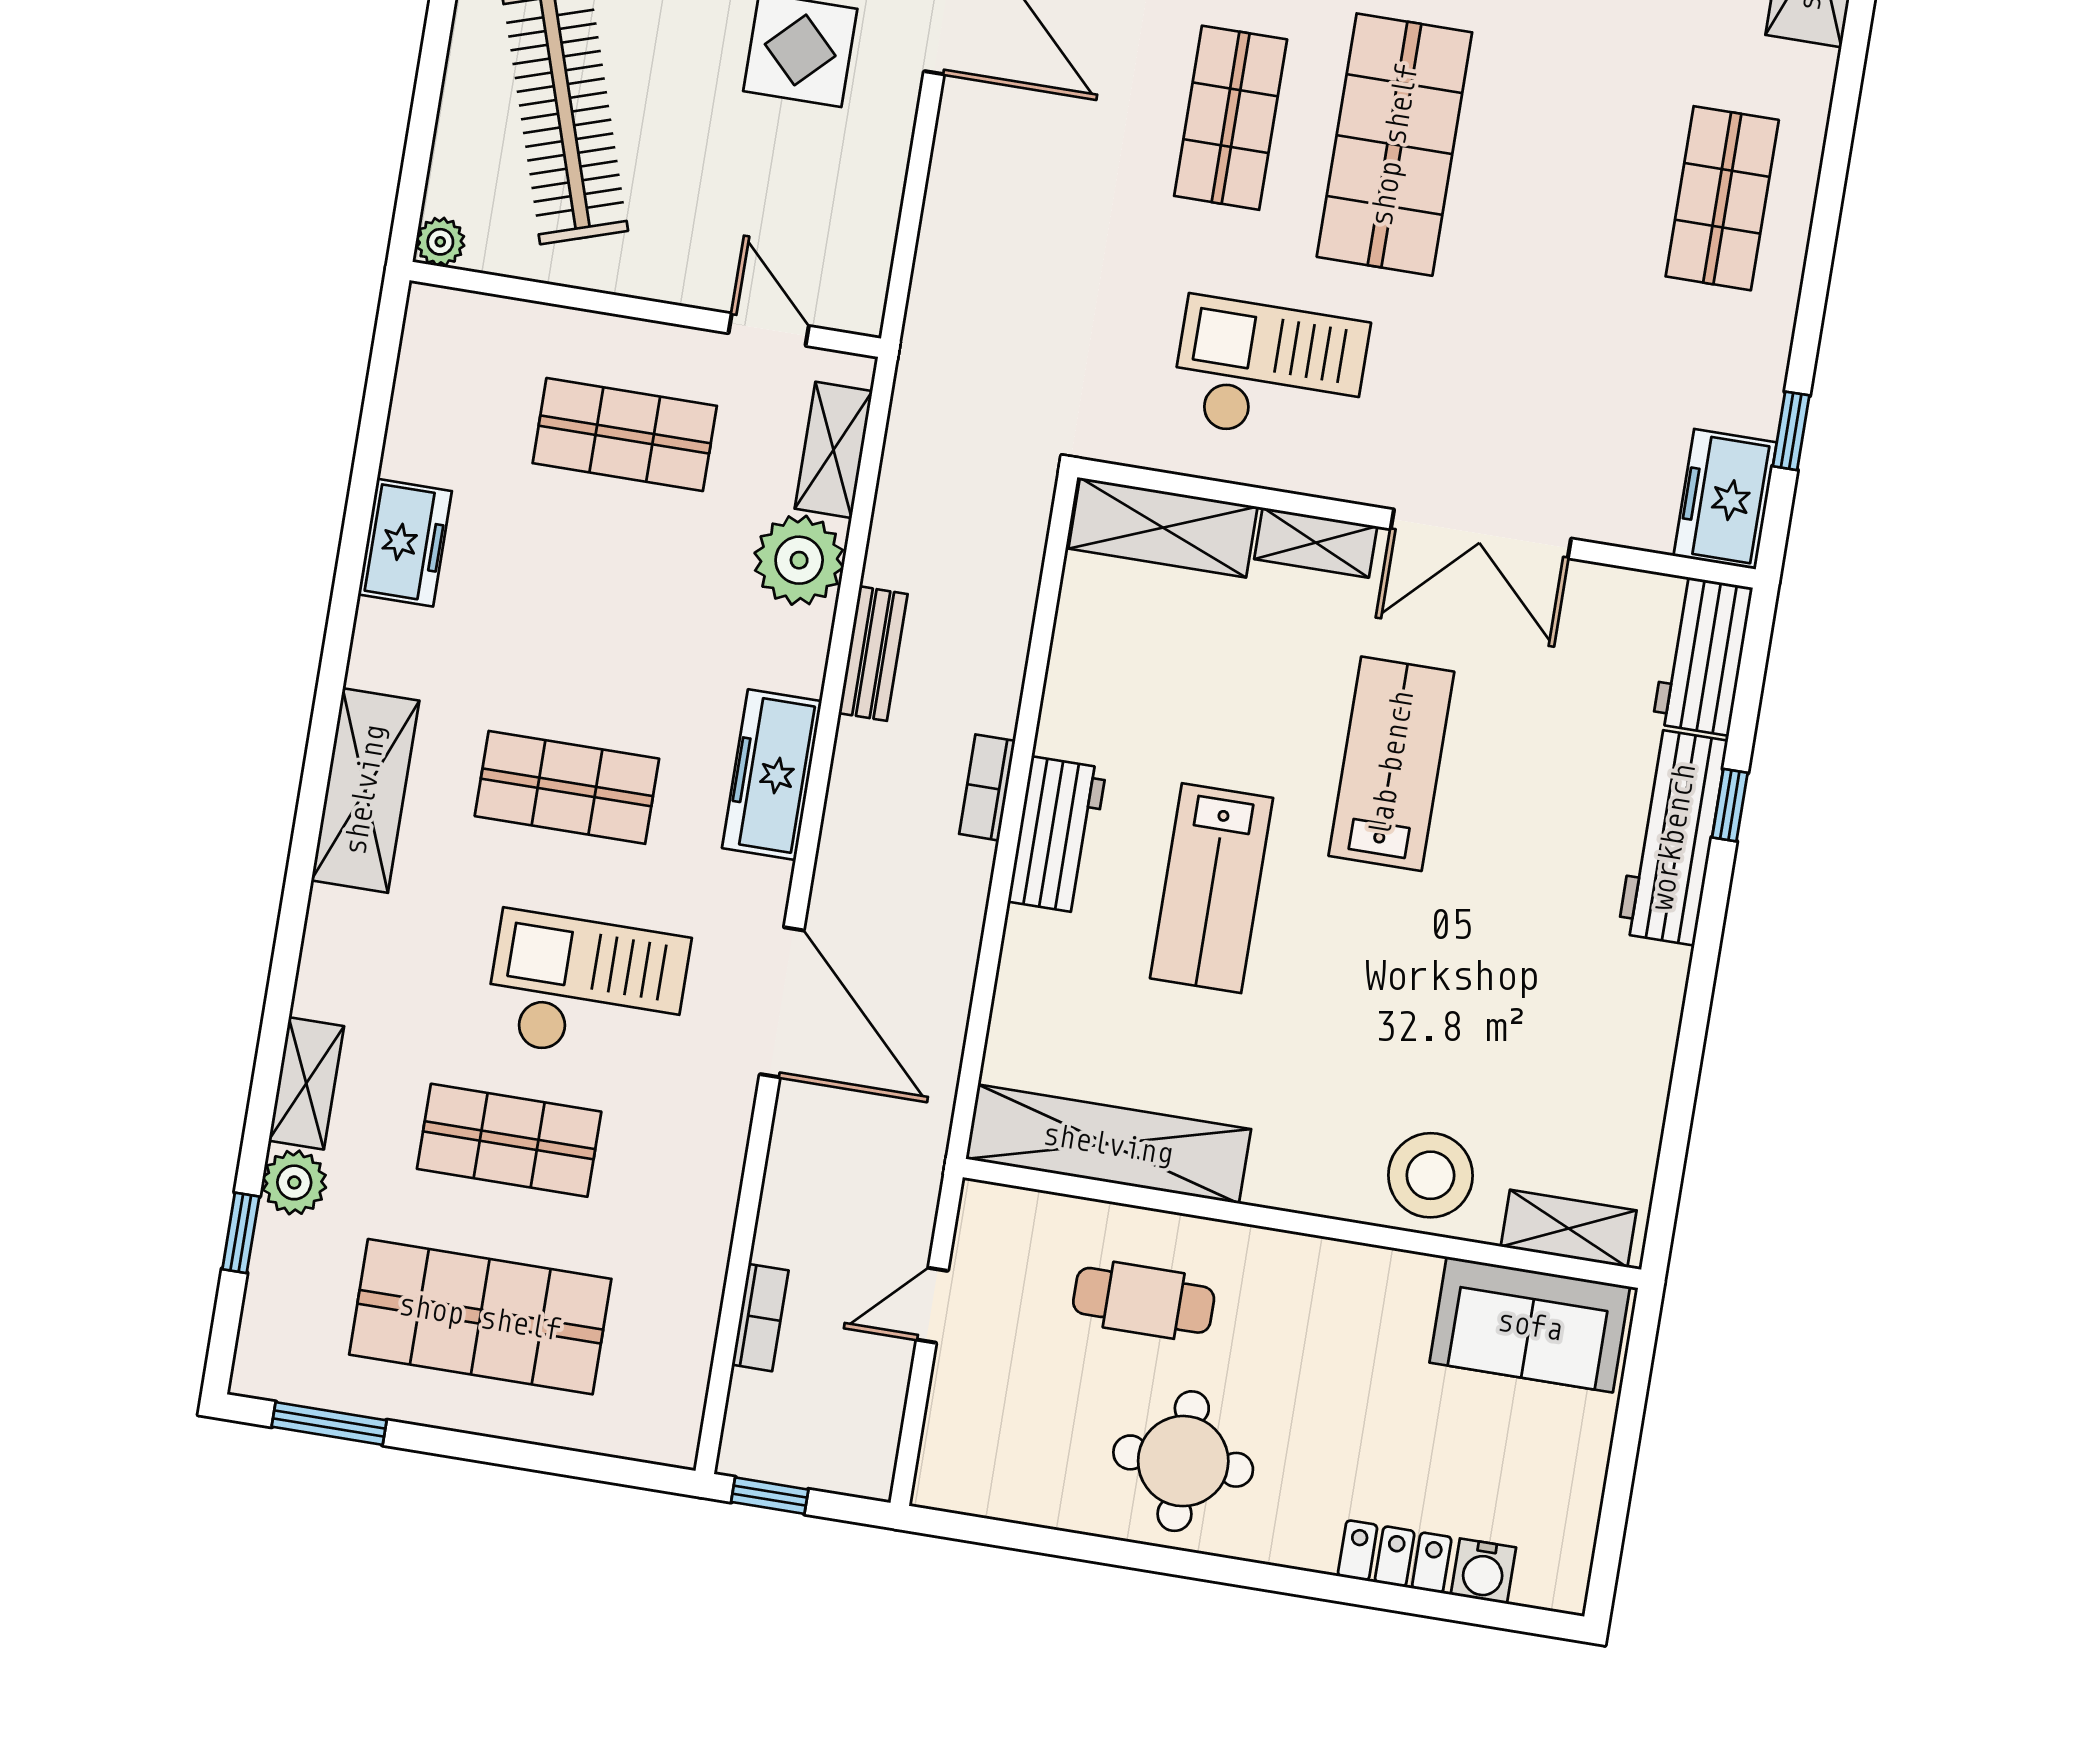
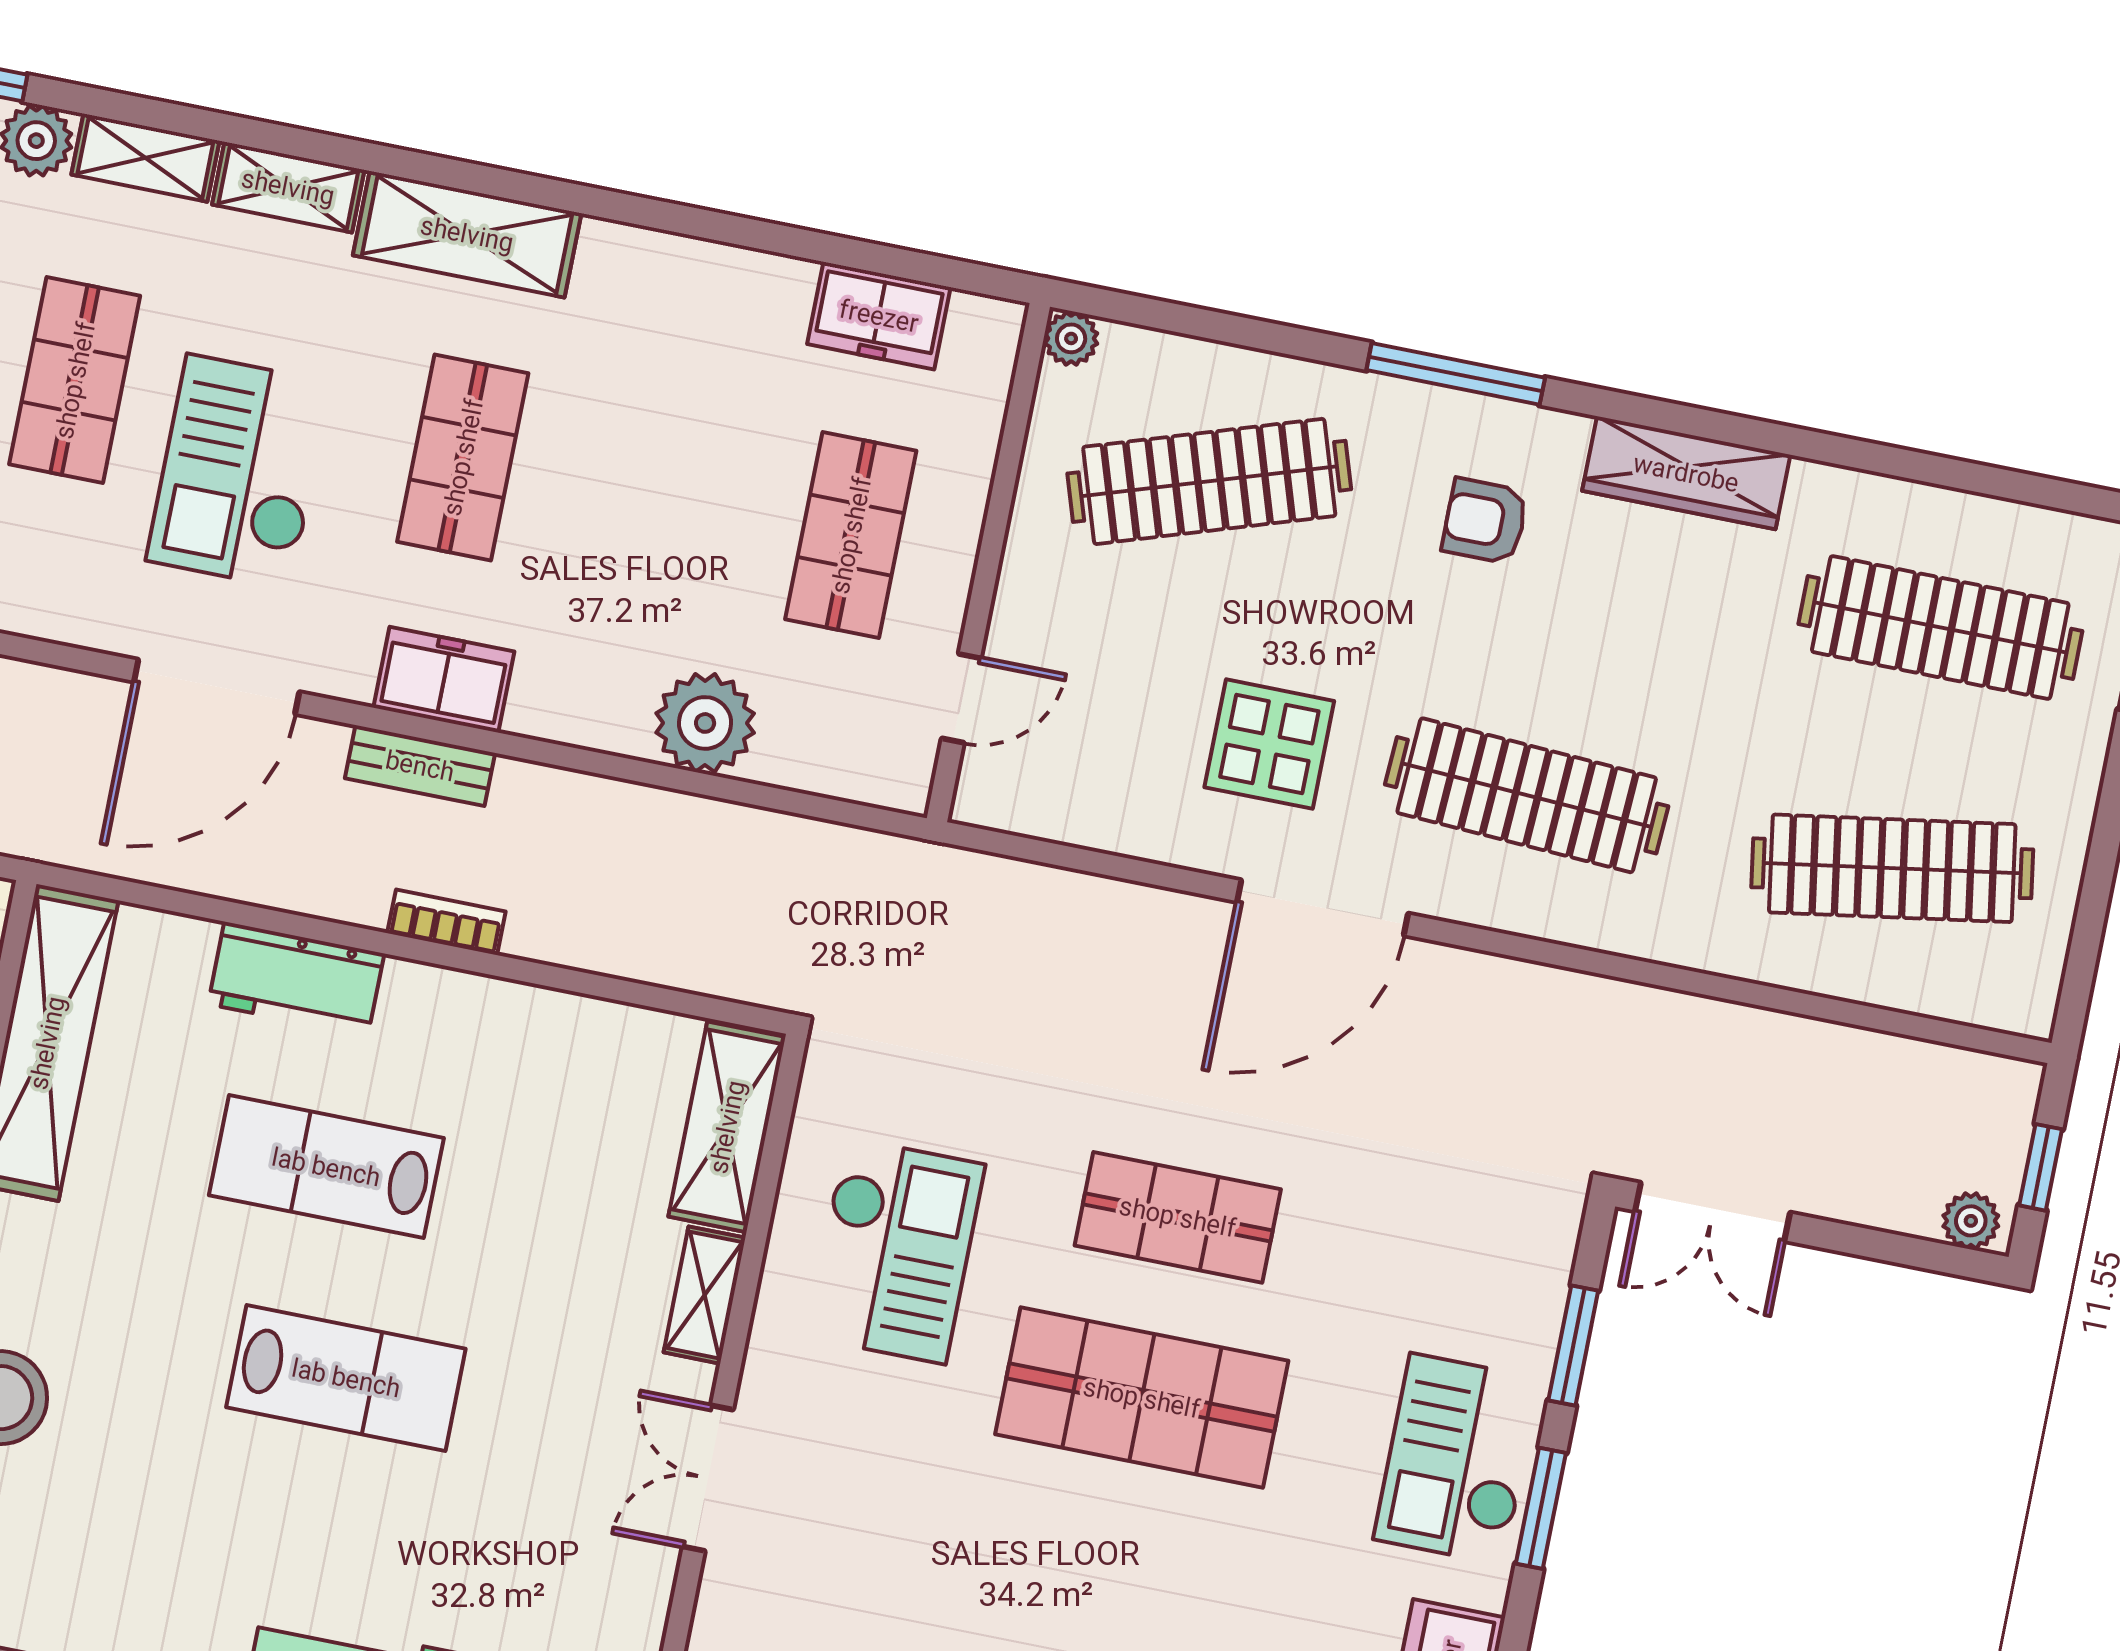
shelving: (834, 450) -> (288, 187), moved
double door: (1481, 534) -> (708, 1478), width x0.73
freezer: (405, 543) -> (879, 316), moved
bench: (873, 654) -> (420, 766), moved
lab bench: (1391, 764) -> (346, 1378), moved
freezer: (772, 775) -> (444, 680), width x0.71
workbench: (1057, 835) -> (296, 979), moved
checkout: (587, 989) -> (239, 472), turned 180

